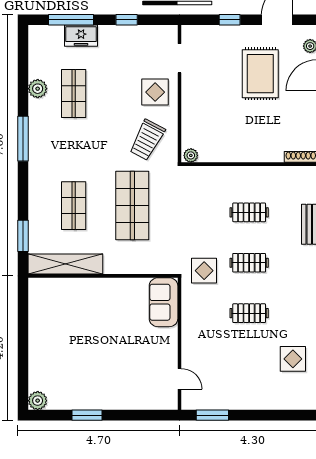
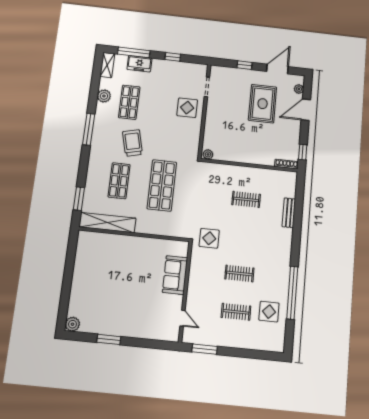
shelving: (36, 43) -> (107, 65), added
trolley: (147, 140) -> (133, 143), moved, turned 138
clothes rail: (249, 263) -> (236, 312), moved
sofa: (164, 302) -> (175, 275), moved

